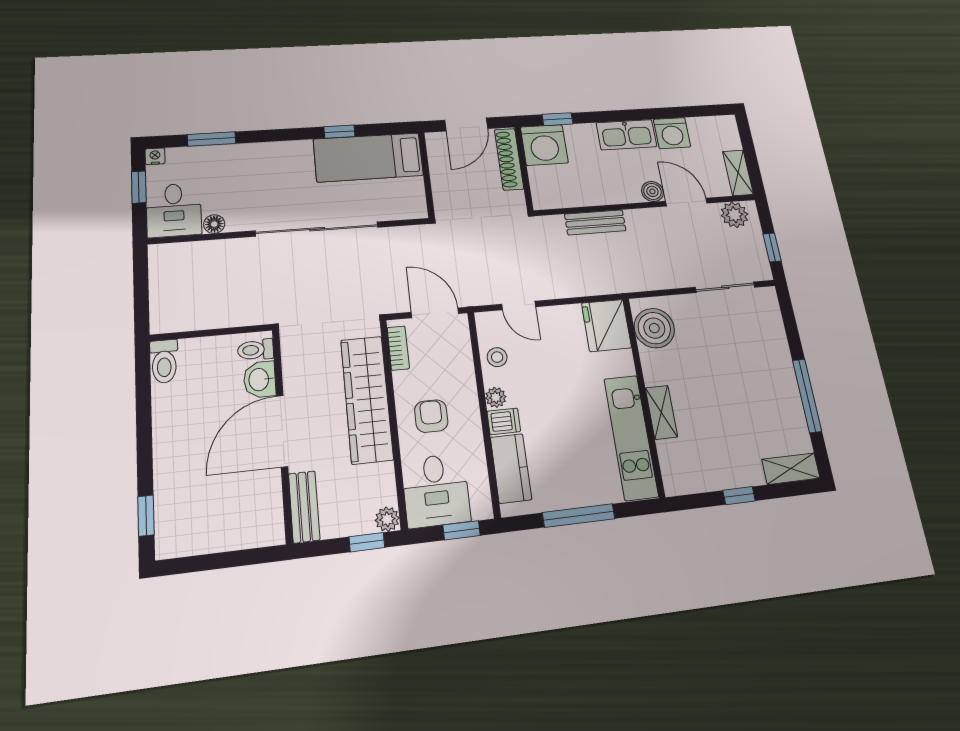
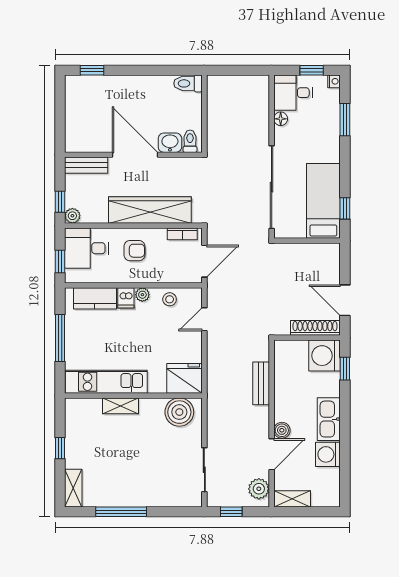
bed: (368, 157) -> (323, 201), moved
wall: (426, 175) -> (307, 241), moved

